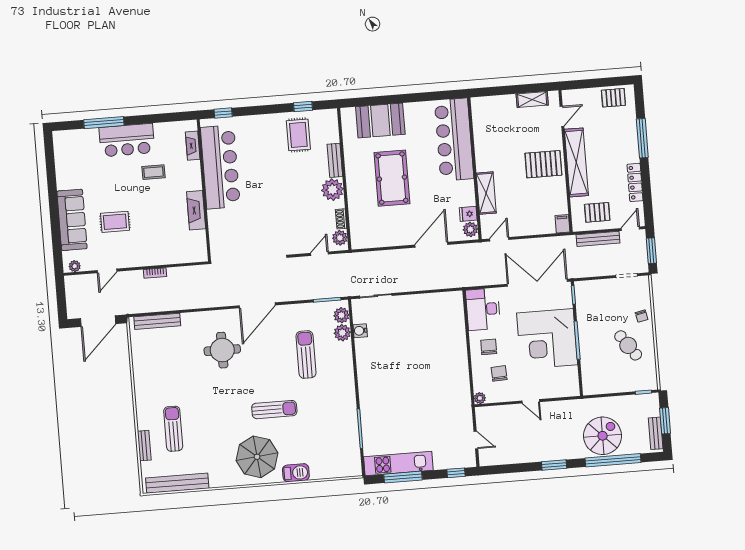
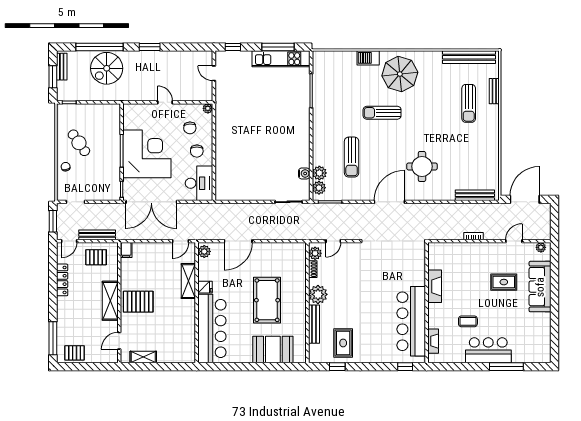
window: (642, 138) -> (53, 338), moved
bench: (335, 160) -> (314, 324), width x1.36
shelving: (576, 162) -> (110, 301), width x0.68
fridge: (468, 214) -> (205, 287), moved

